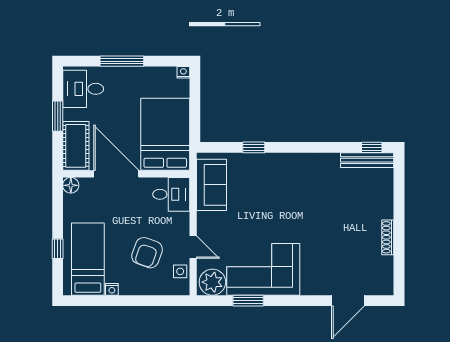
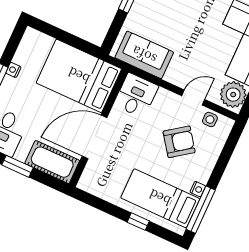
nightstand: (183, 72) -> (13, 70), moved
floor lamp: (71, 185) -> (86, 183), removed
armchair: (147, 253) -> (179, 142), turned -56
window: (94, 301) -> (201, 210), added

